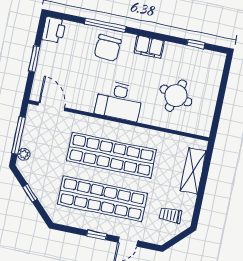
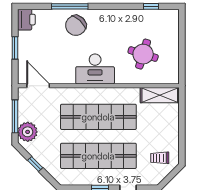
filing cabinet: (149, 47) -> (111, 17), removed
chair: (108, 48) -> (76, 25), turned 41
plant: (24, 154) -> (28, 132), width x1.88, depth x1.88
shelving: (193, 171) -> (160, 95), moved, turned 90

